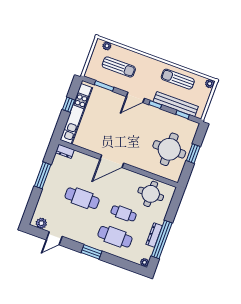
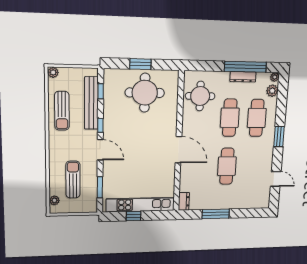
cafe table: (124, 213) -> (230, 118), width x1.37, depth x1.35
plant: (41, 223) -> (272, 91), moved

